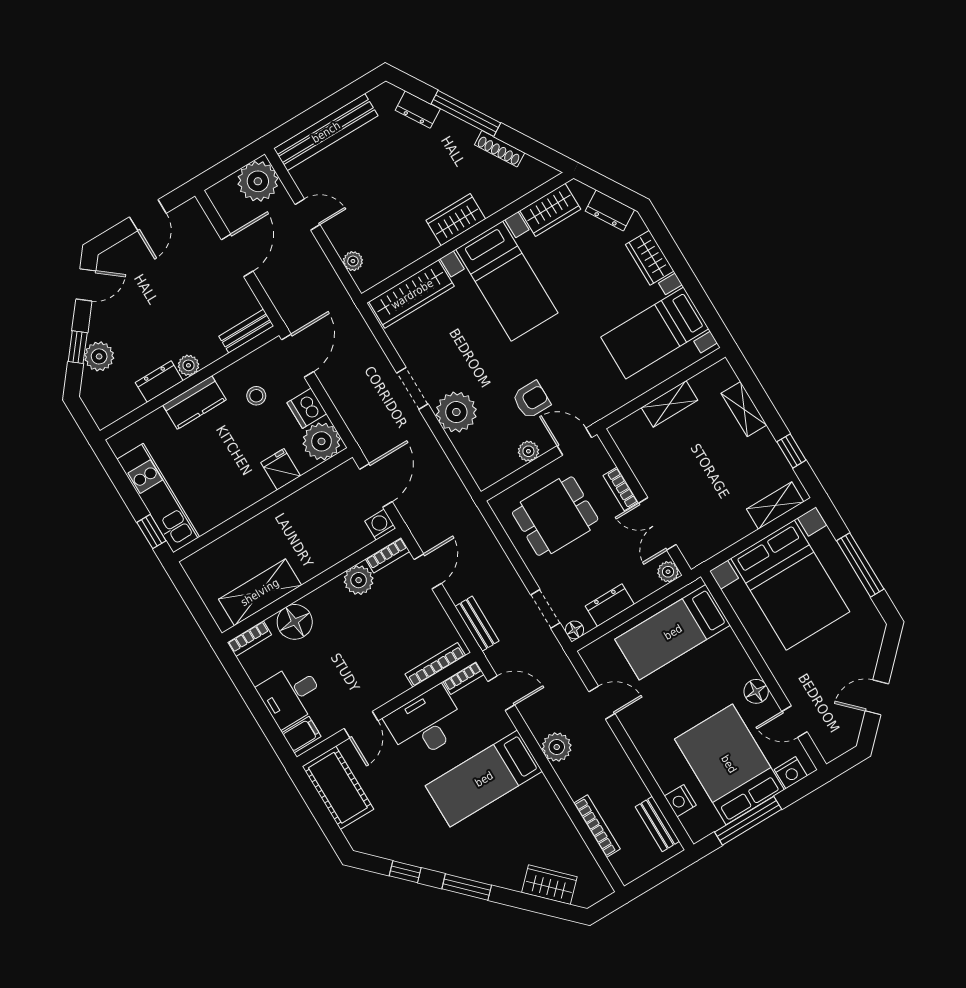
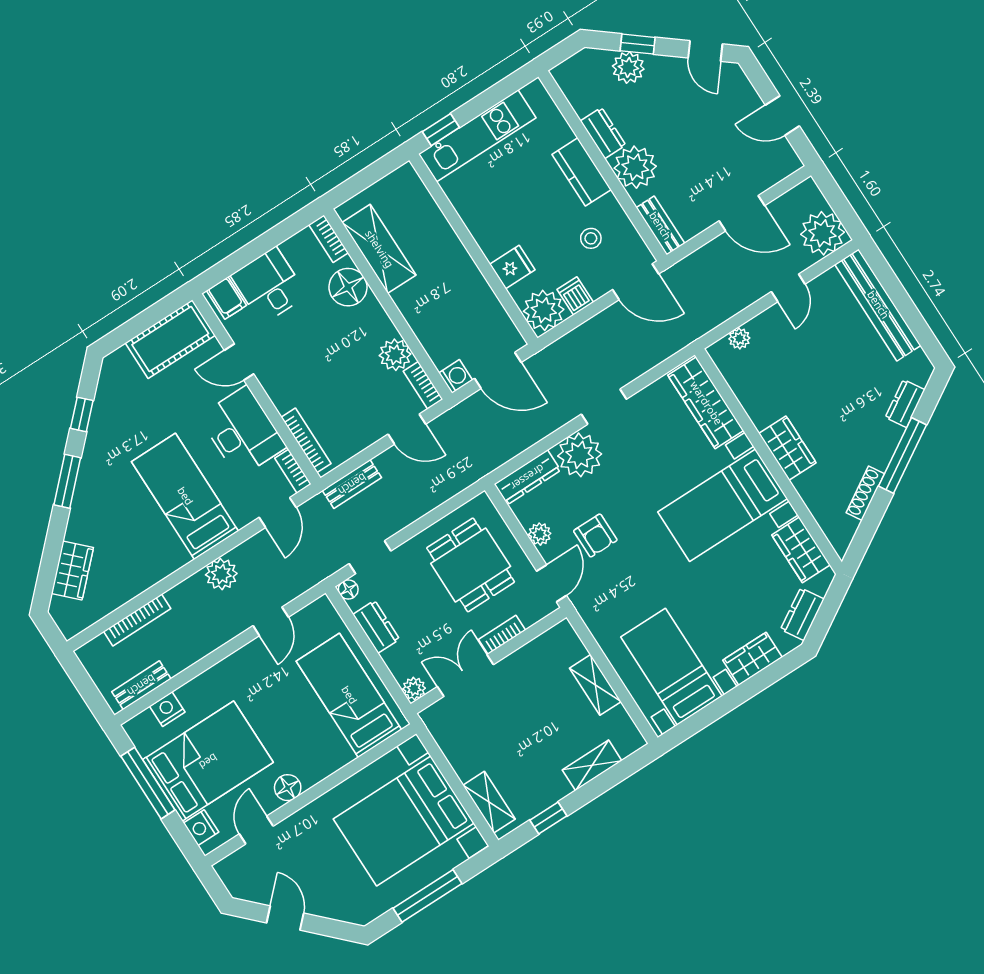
plant: (188, 365) -> (635, 167), width x1.87, depth x1.87
dishwasher: (307, 408) -> (575, 296), width x0.73
dresser: (476, 461) -> (527, 477), added

